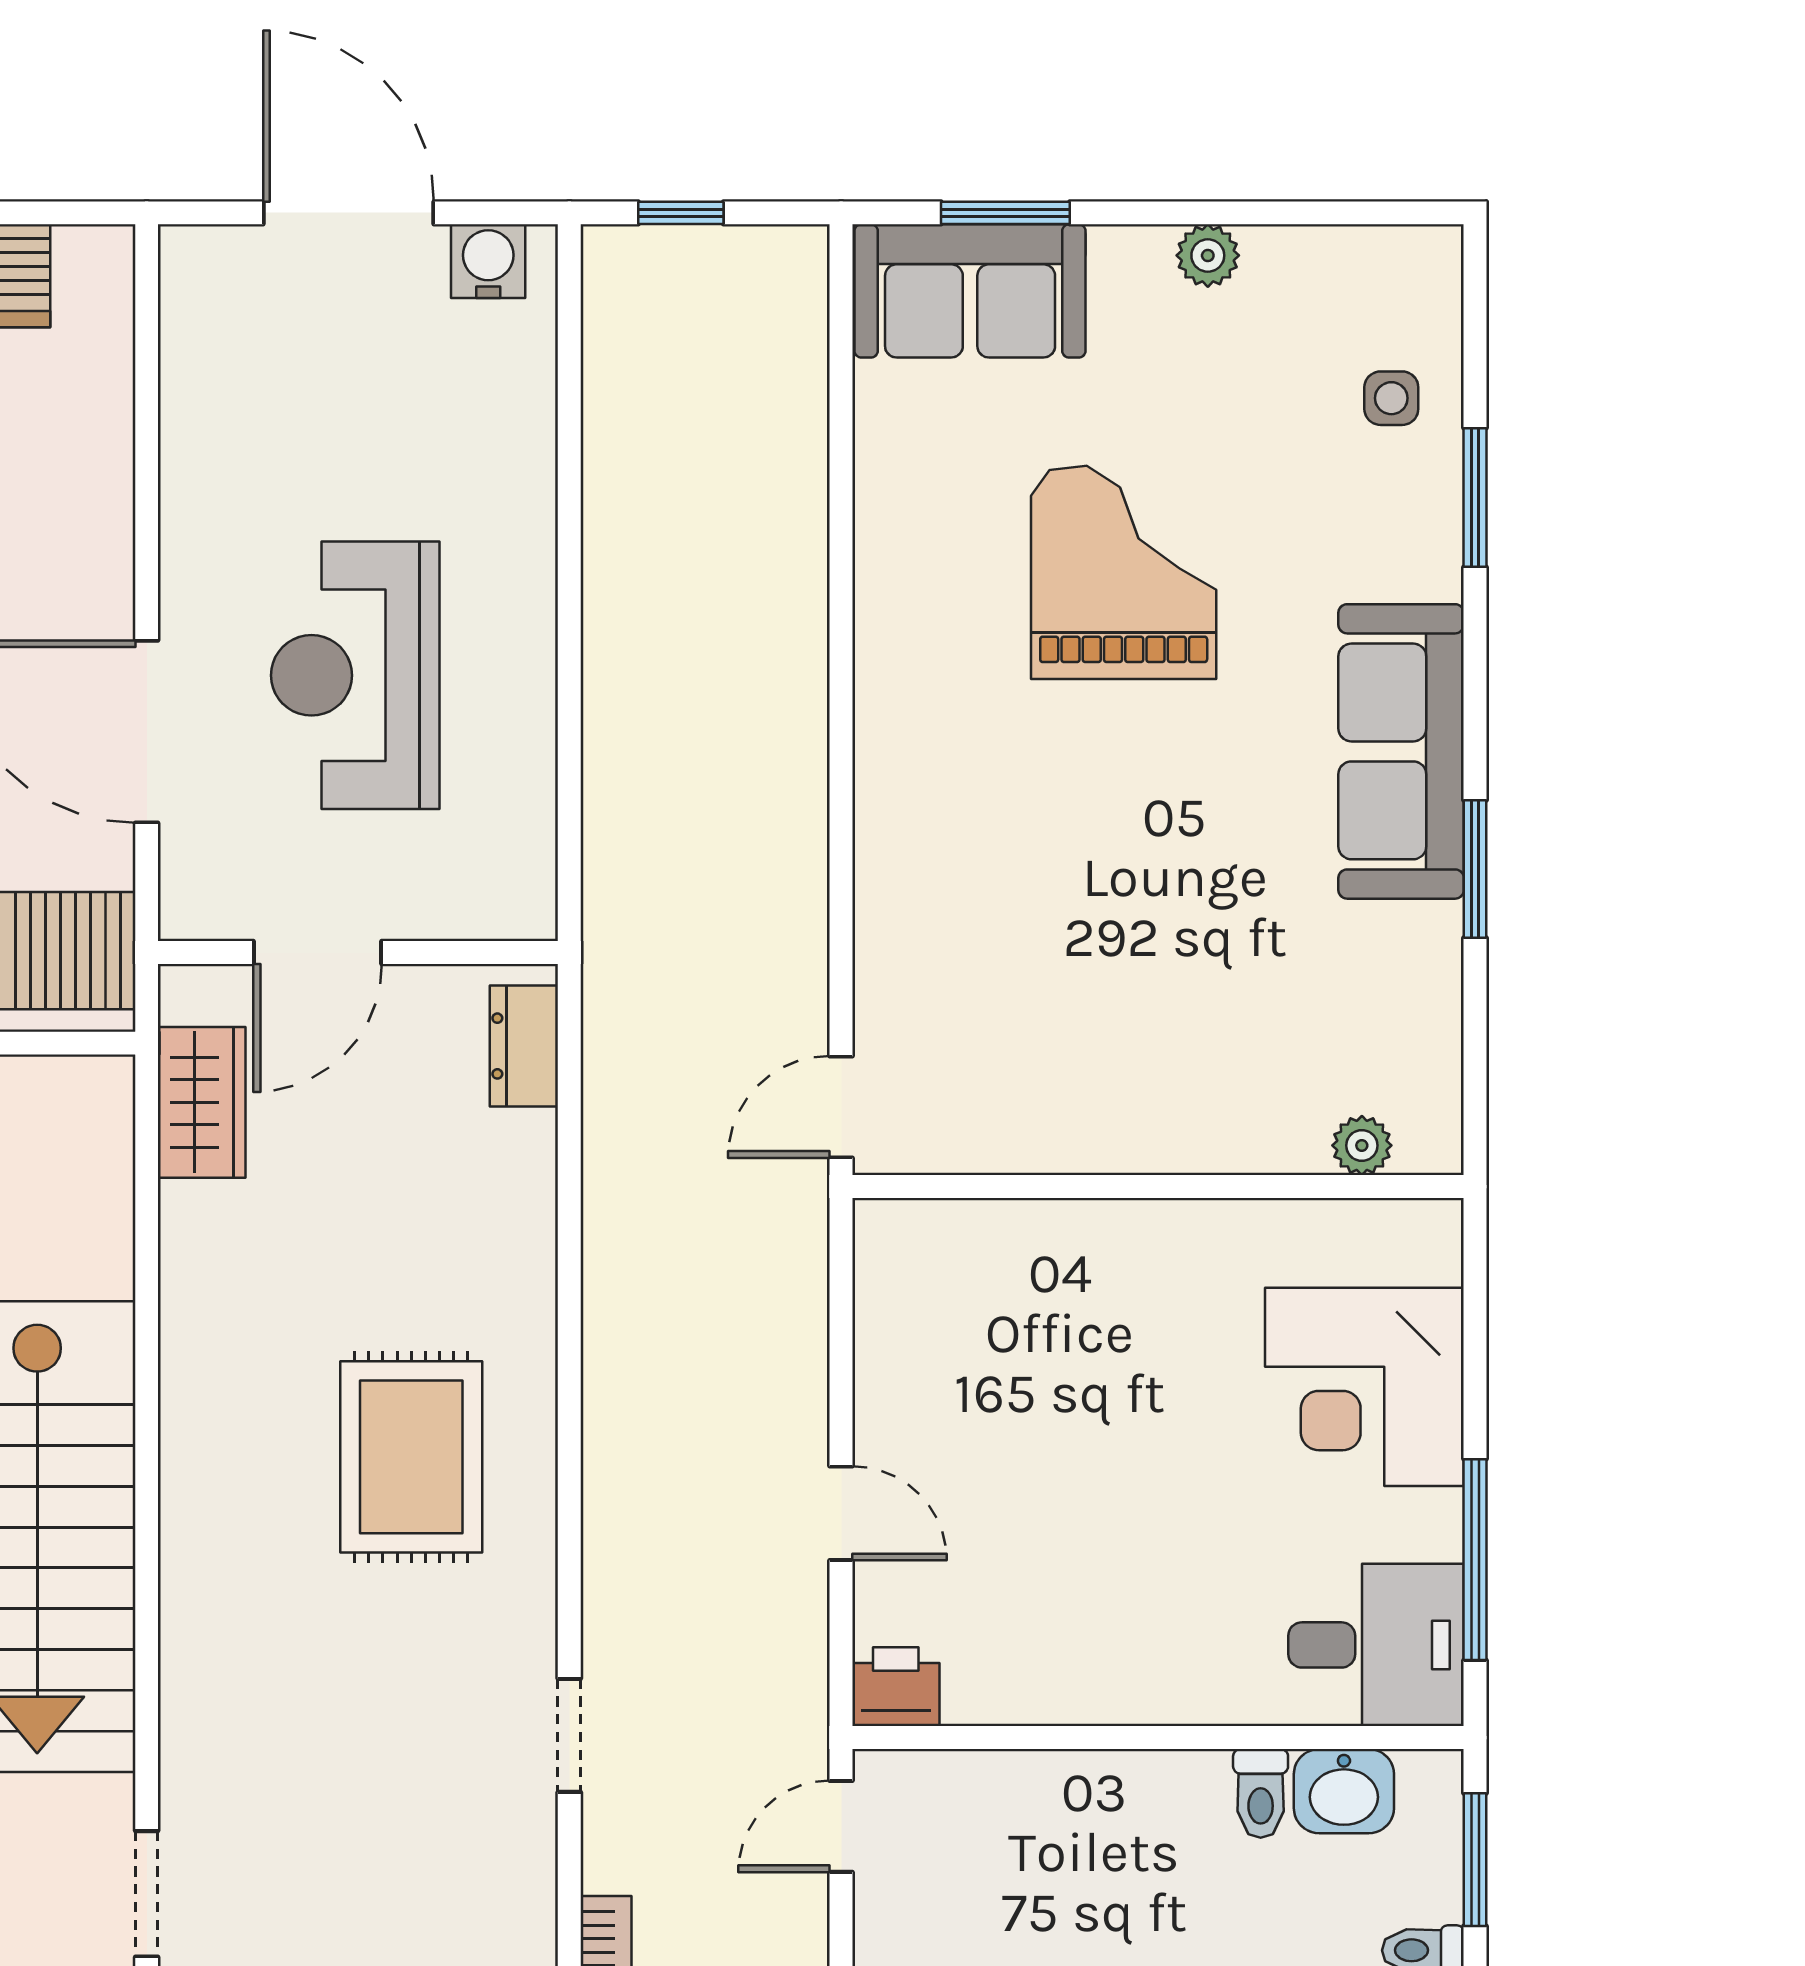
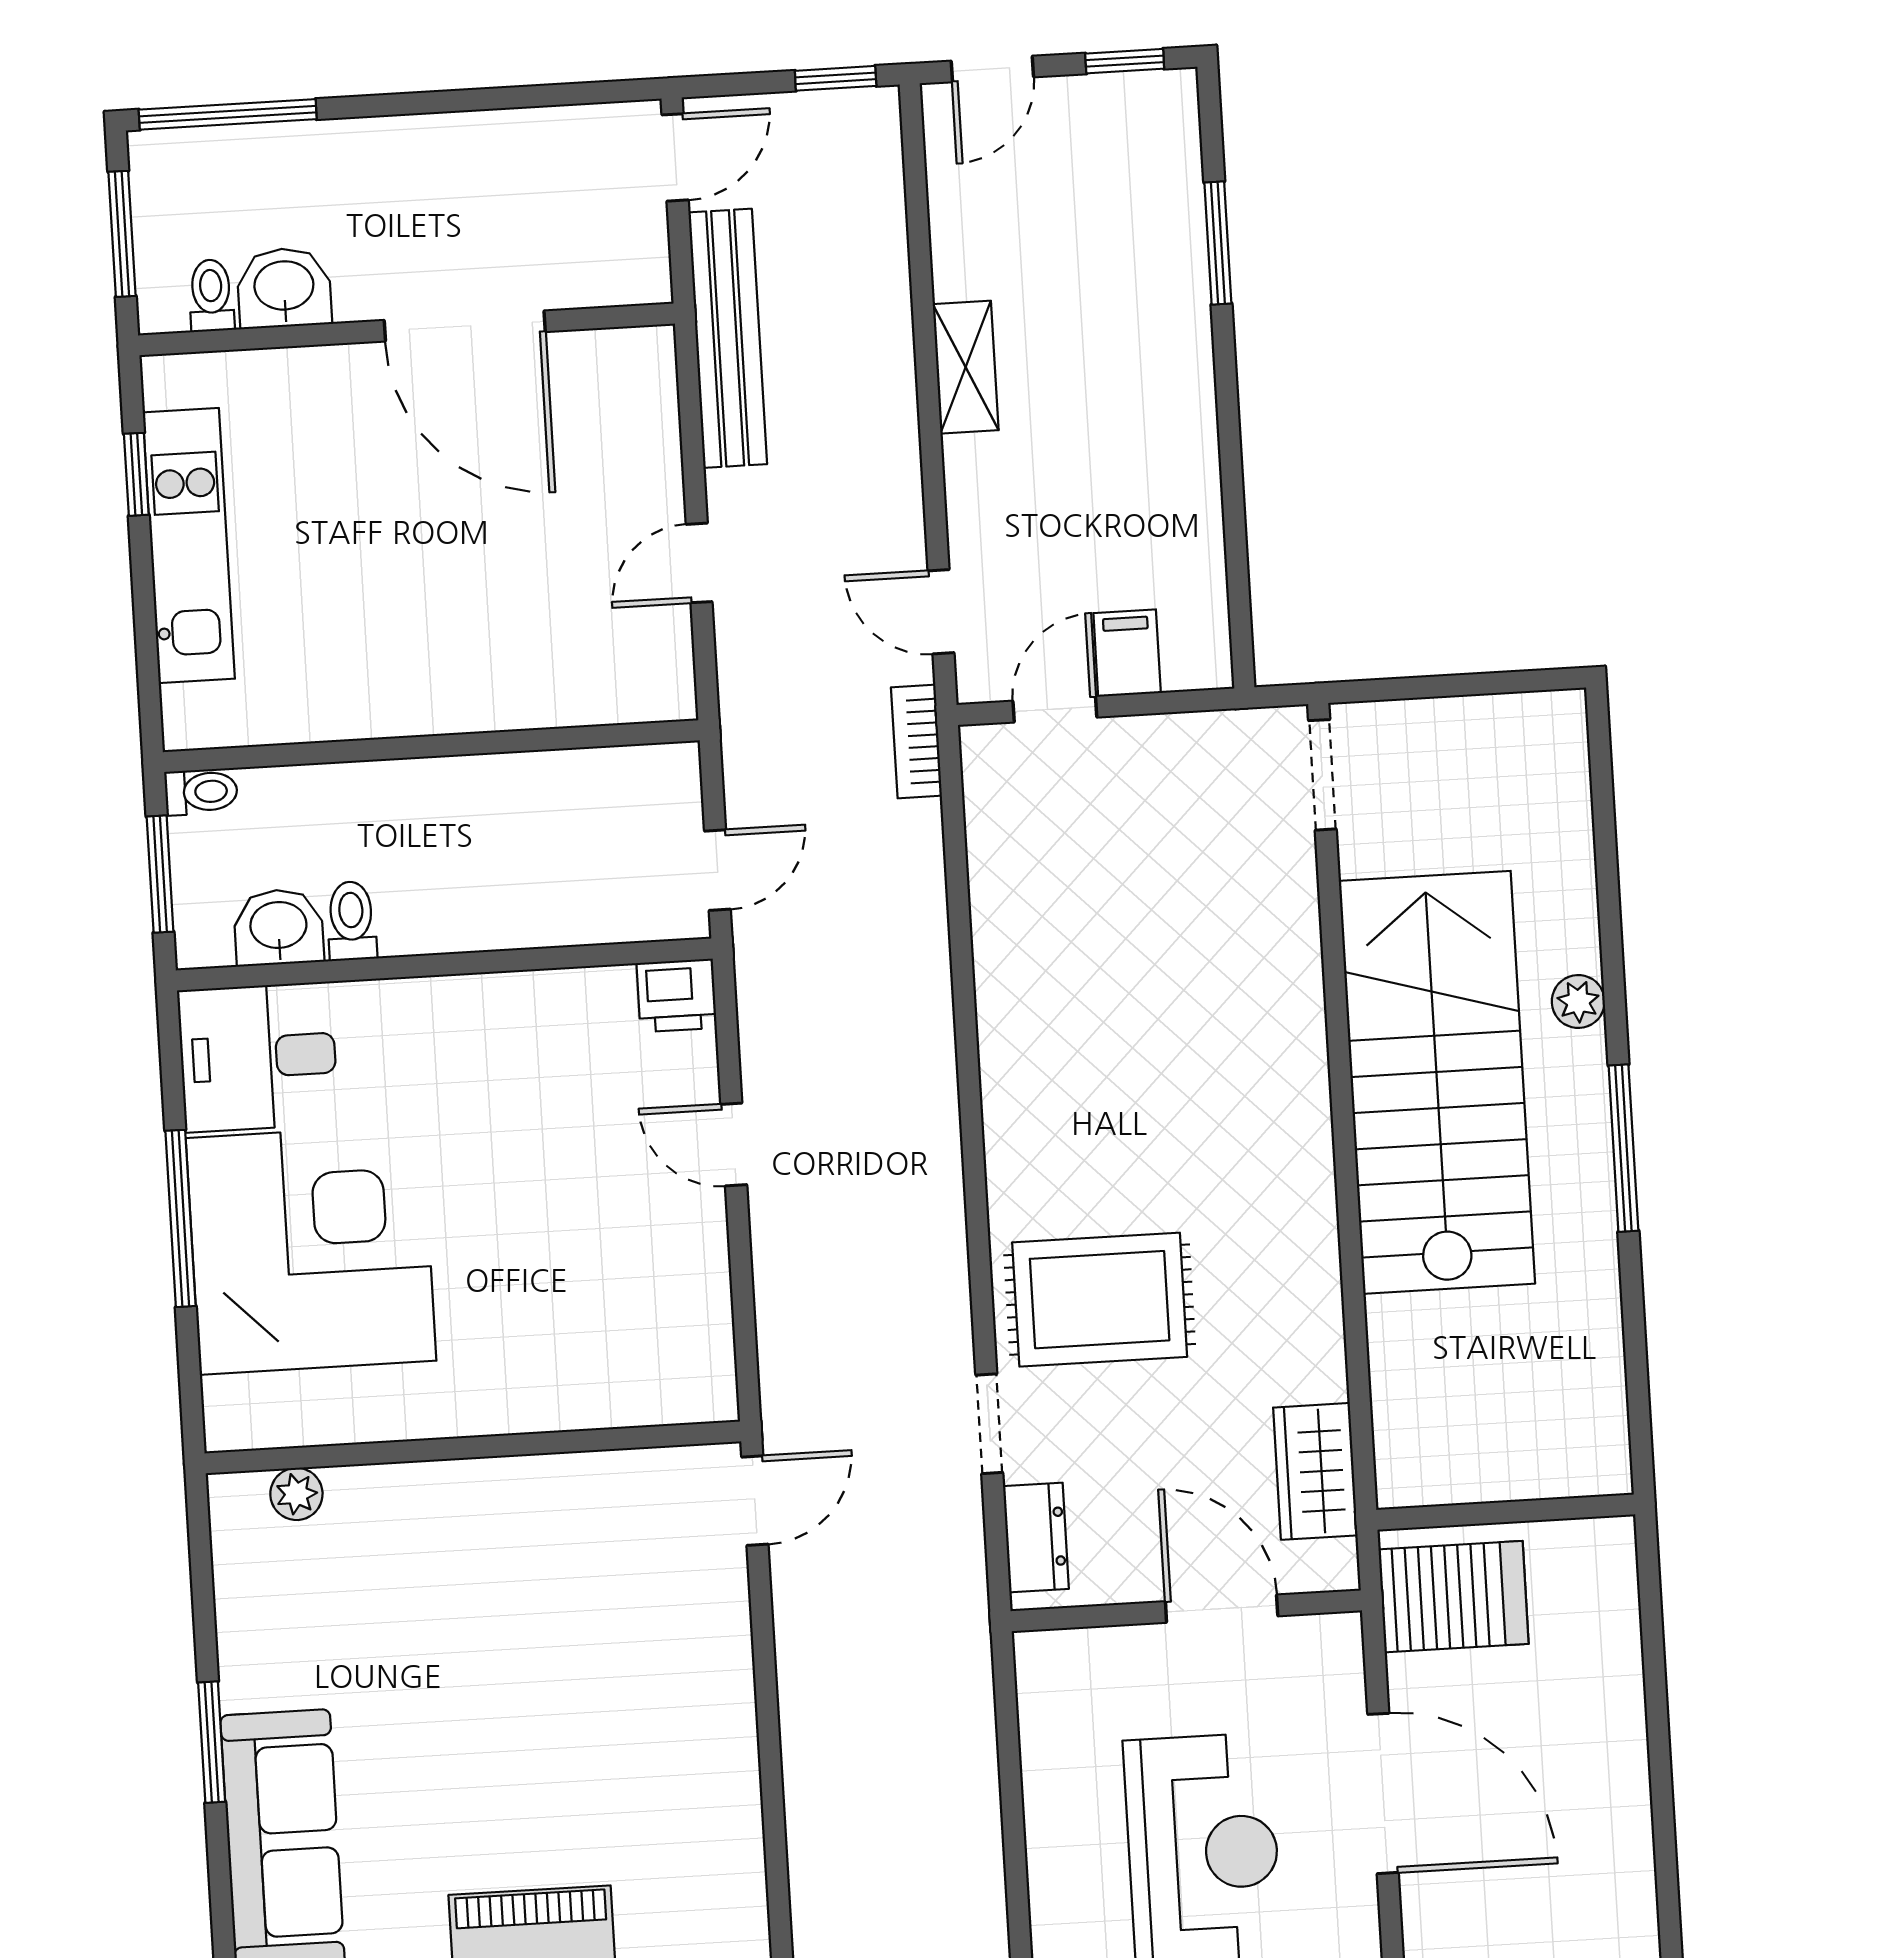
door: (318, 953) -> (1222, 1609), hinge flipped
corner desk: (1364, 1387) -> (311, 1249), width x1.36, depth x1.36
rug: (411, 1457) -> (1100, 1300), moved, turned 90
window: (1475, 1560) -> (181, 1218), moved
doorway: (569, 1735) -> (989, 1424), moved

